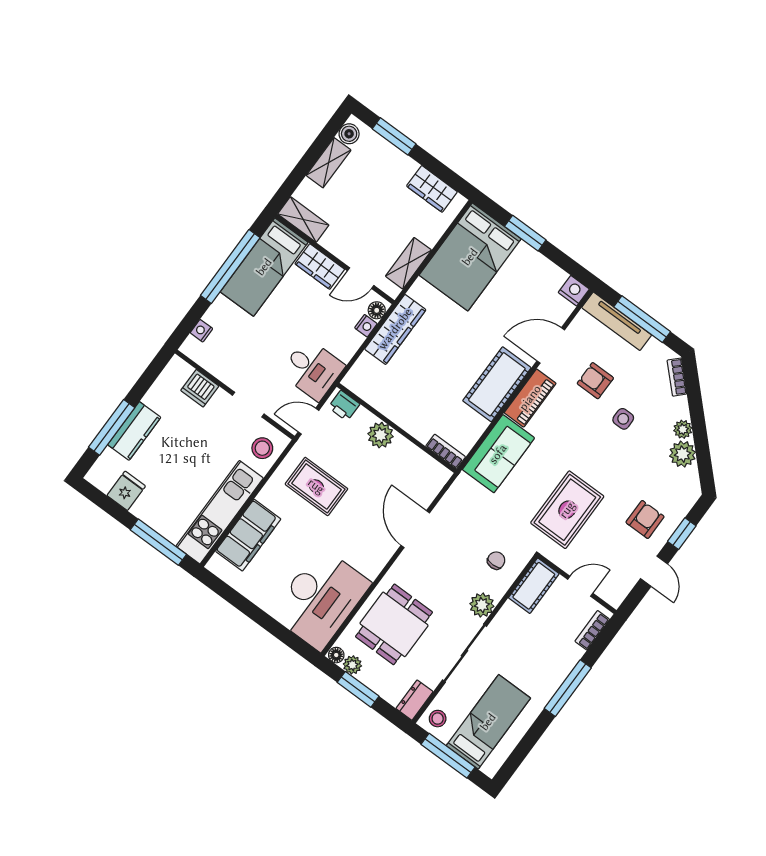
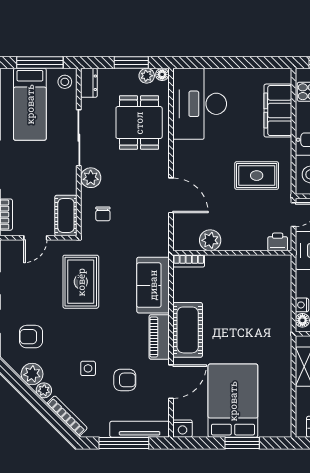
bed: (470, 257) -> (233, 401), moved
wardrobe: (395, 329) -> (281, 317), removed
bookcase: (677, 377) -> (67, 416), width x1.56
plant: (381, 435) -> (210, 240), moved
armchair: (645, 519) -> (31, 337), moved, turned 90

